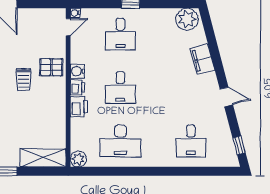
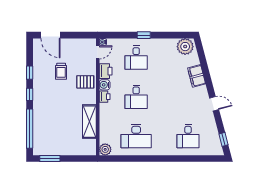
trolley: (24, 80) -> (61, 71), moved
printer: (79, 107) -> (106, 71), moved
shelving: (43, 158) -> (89, 122), moved, turned 90

